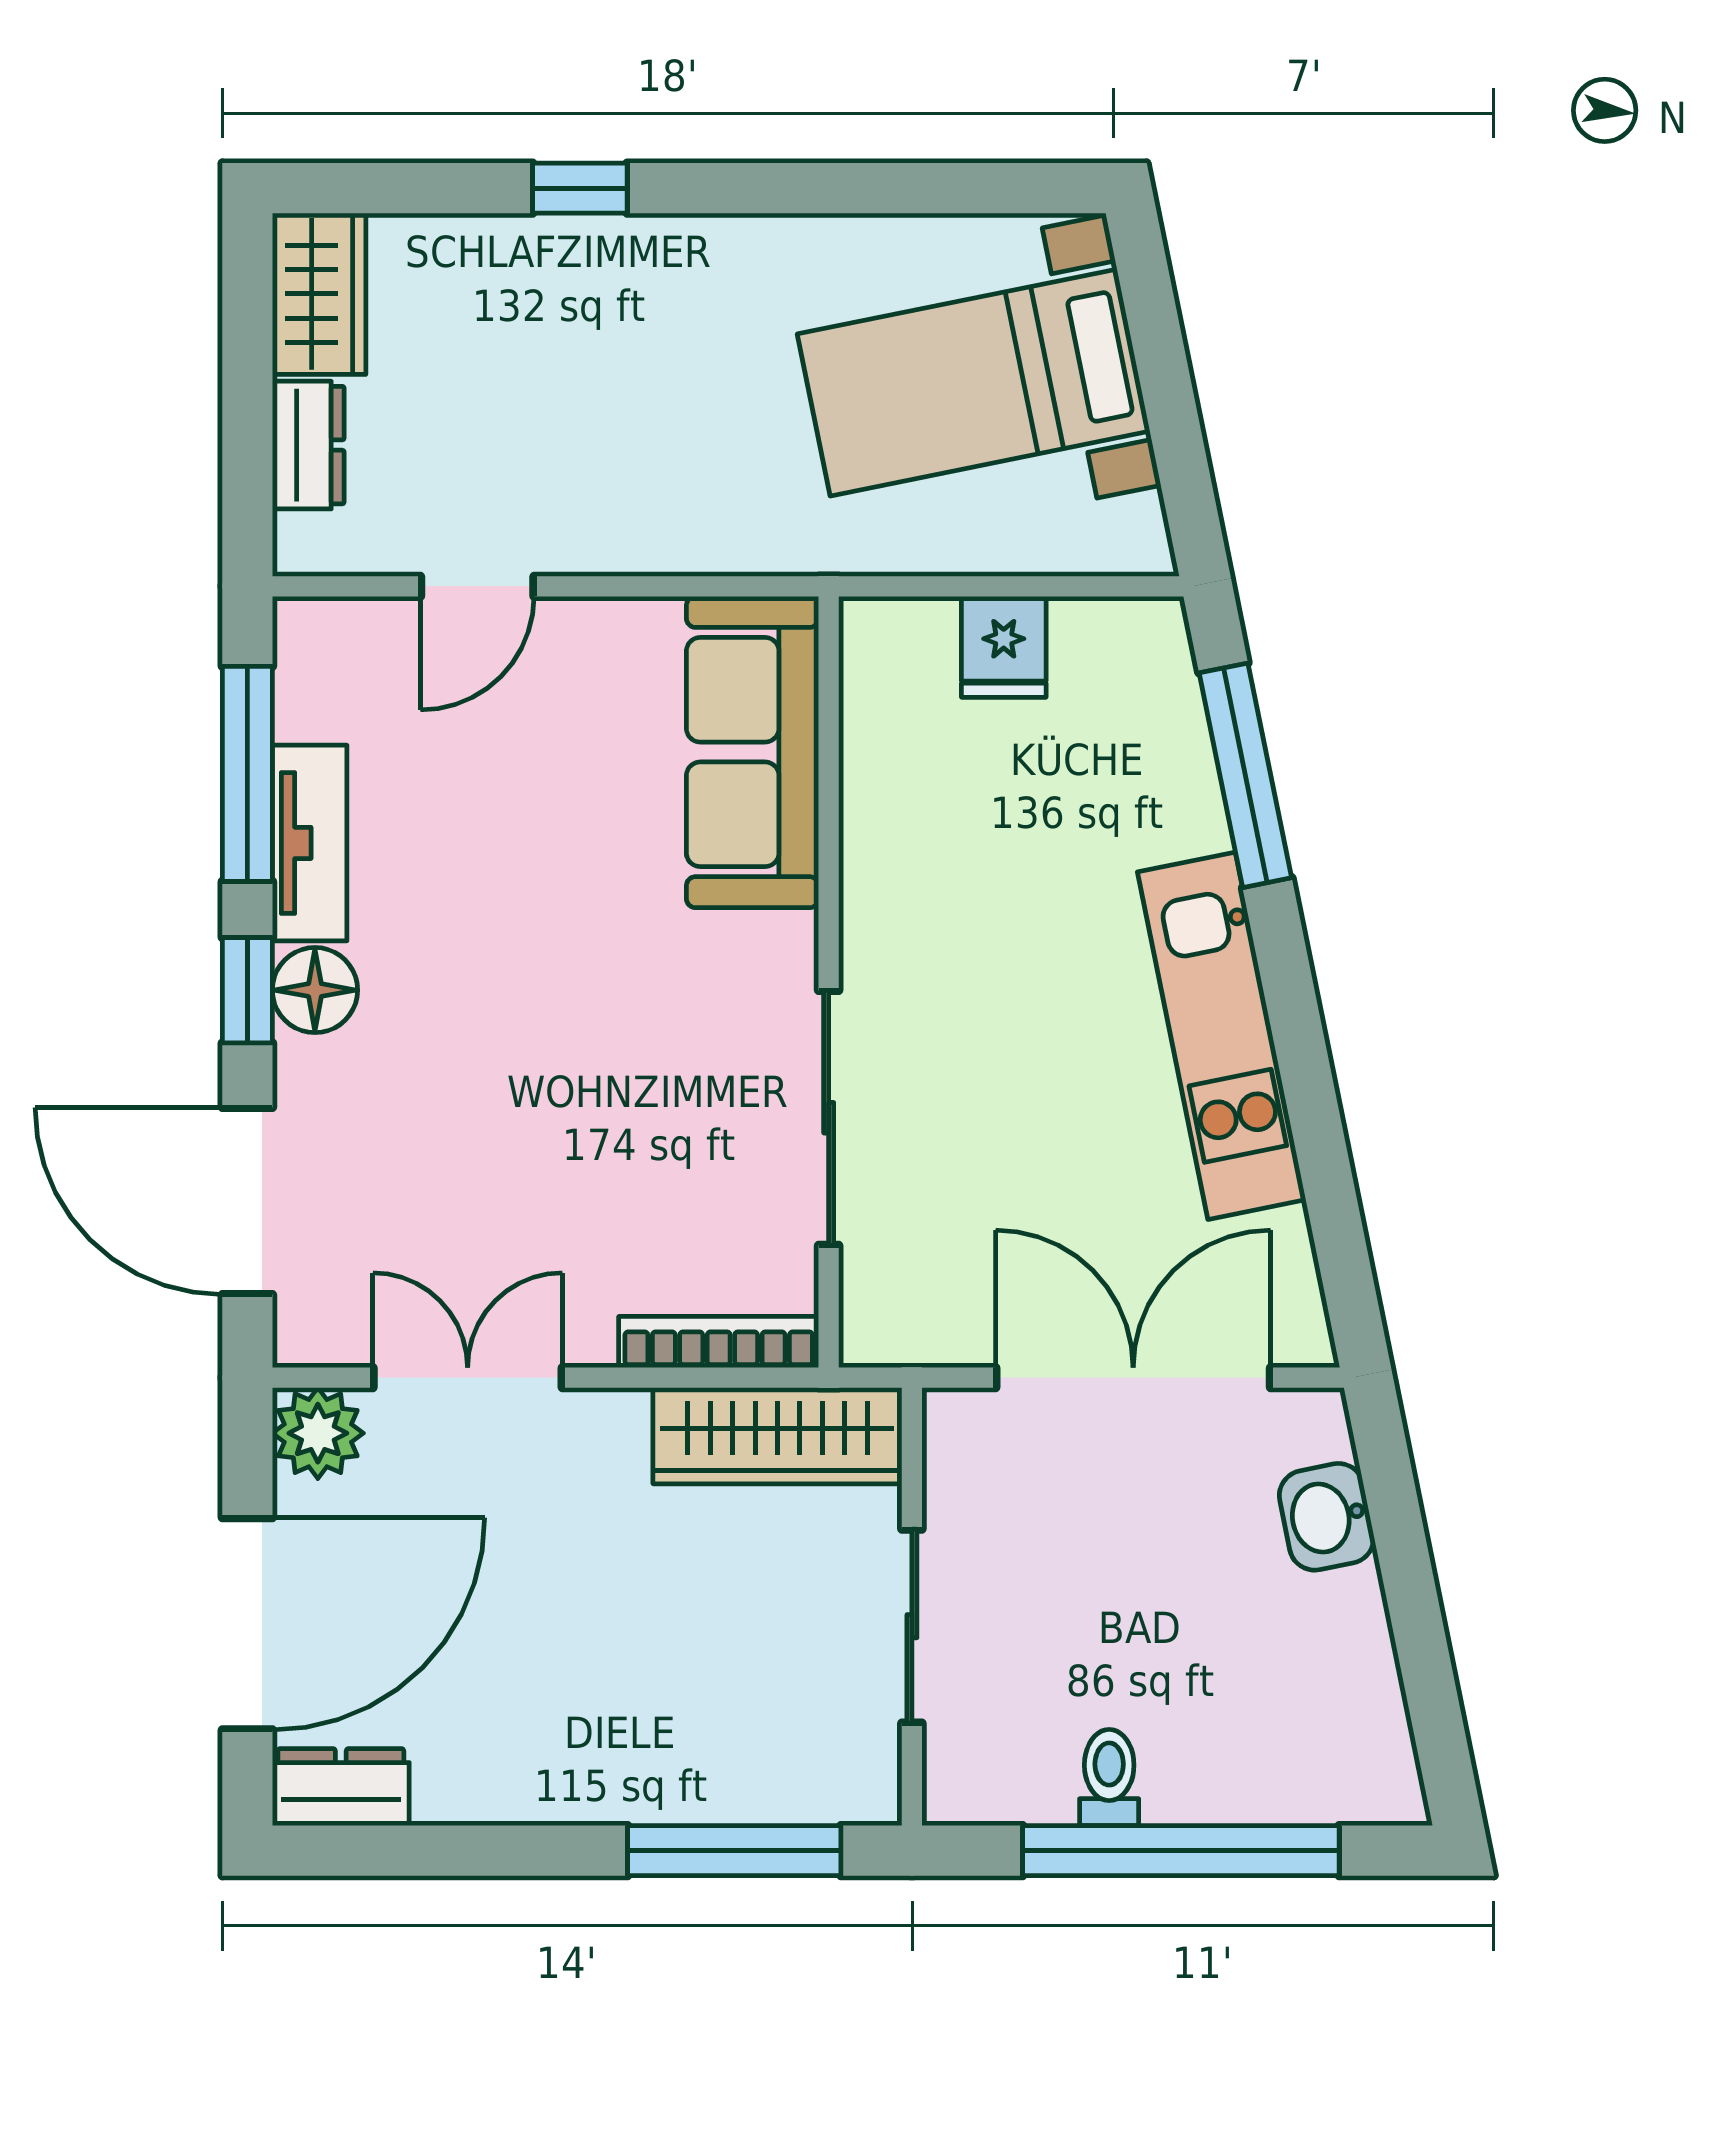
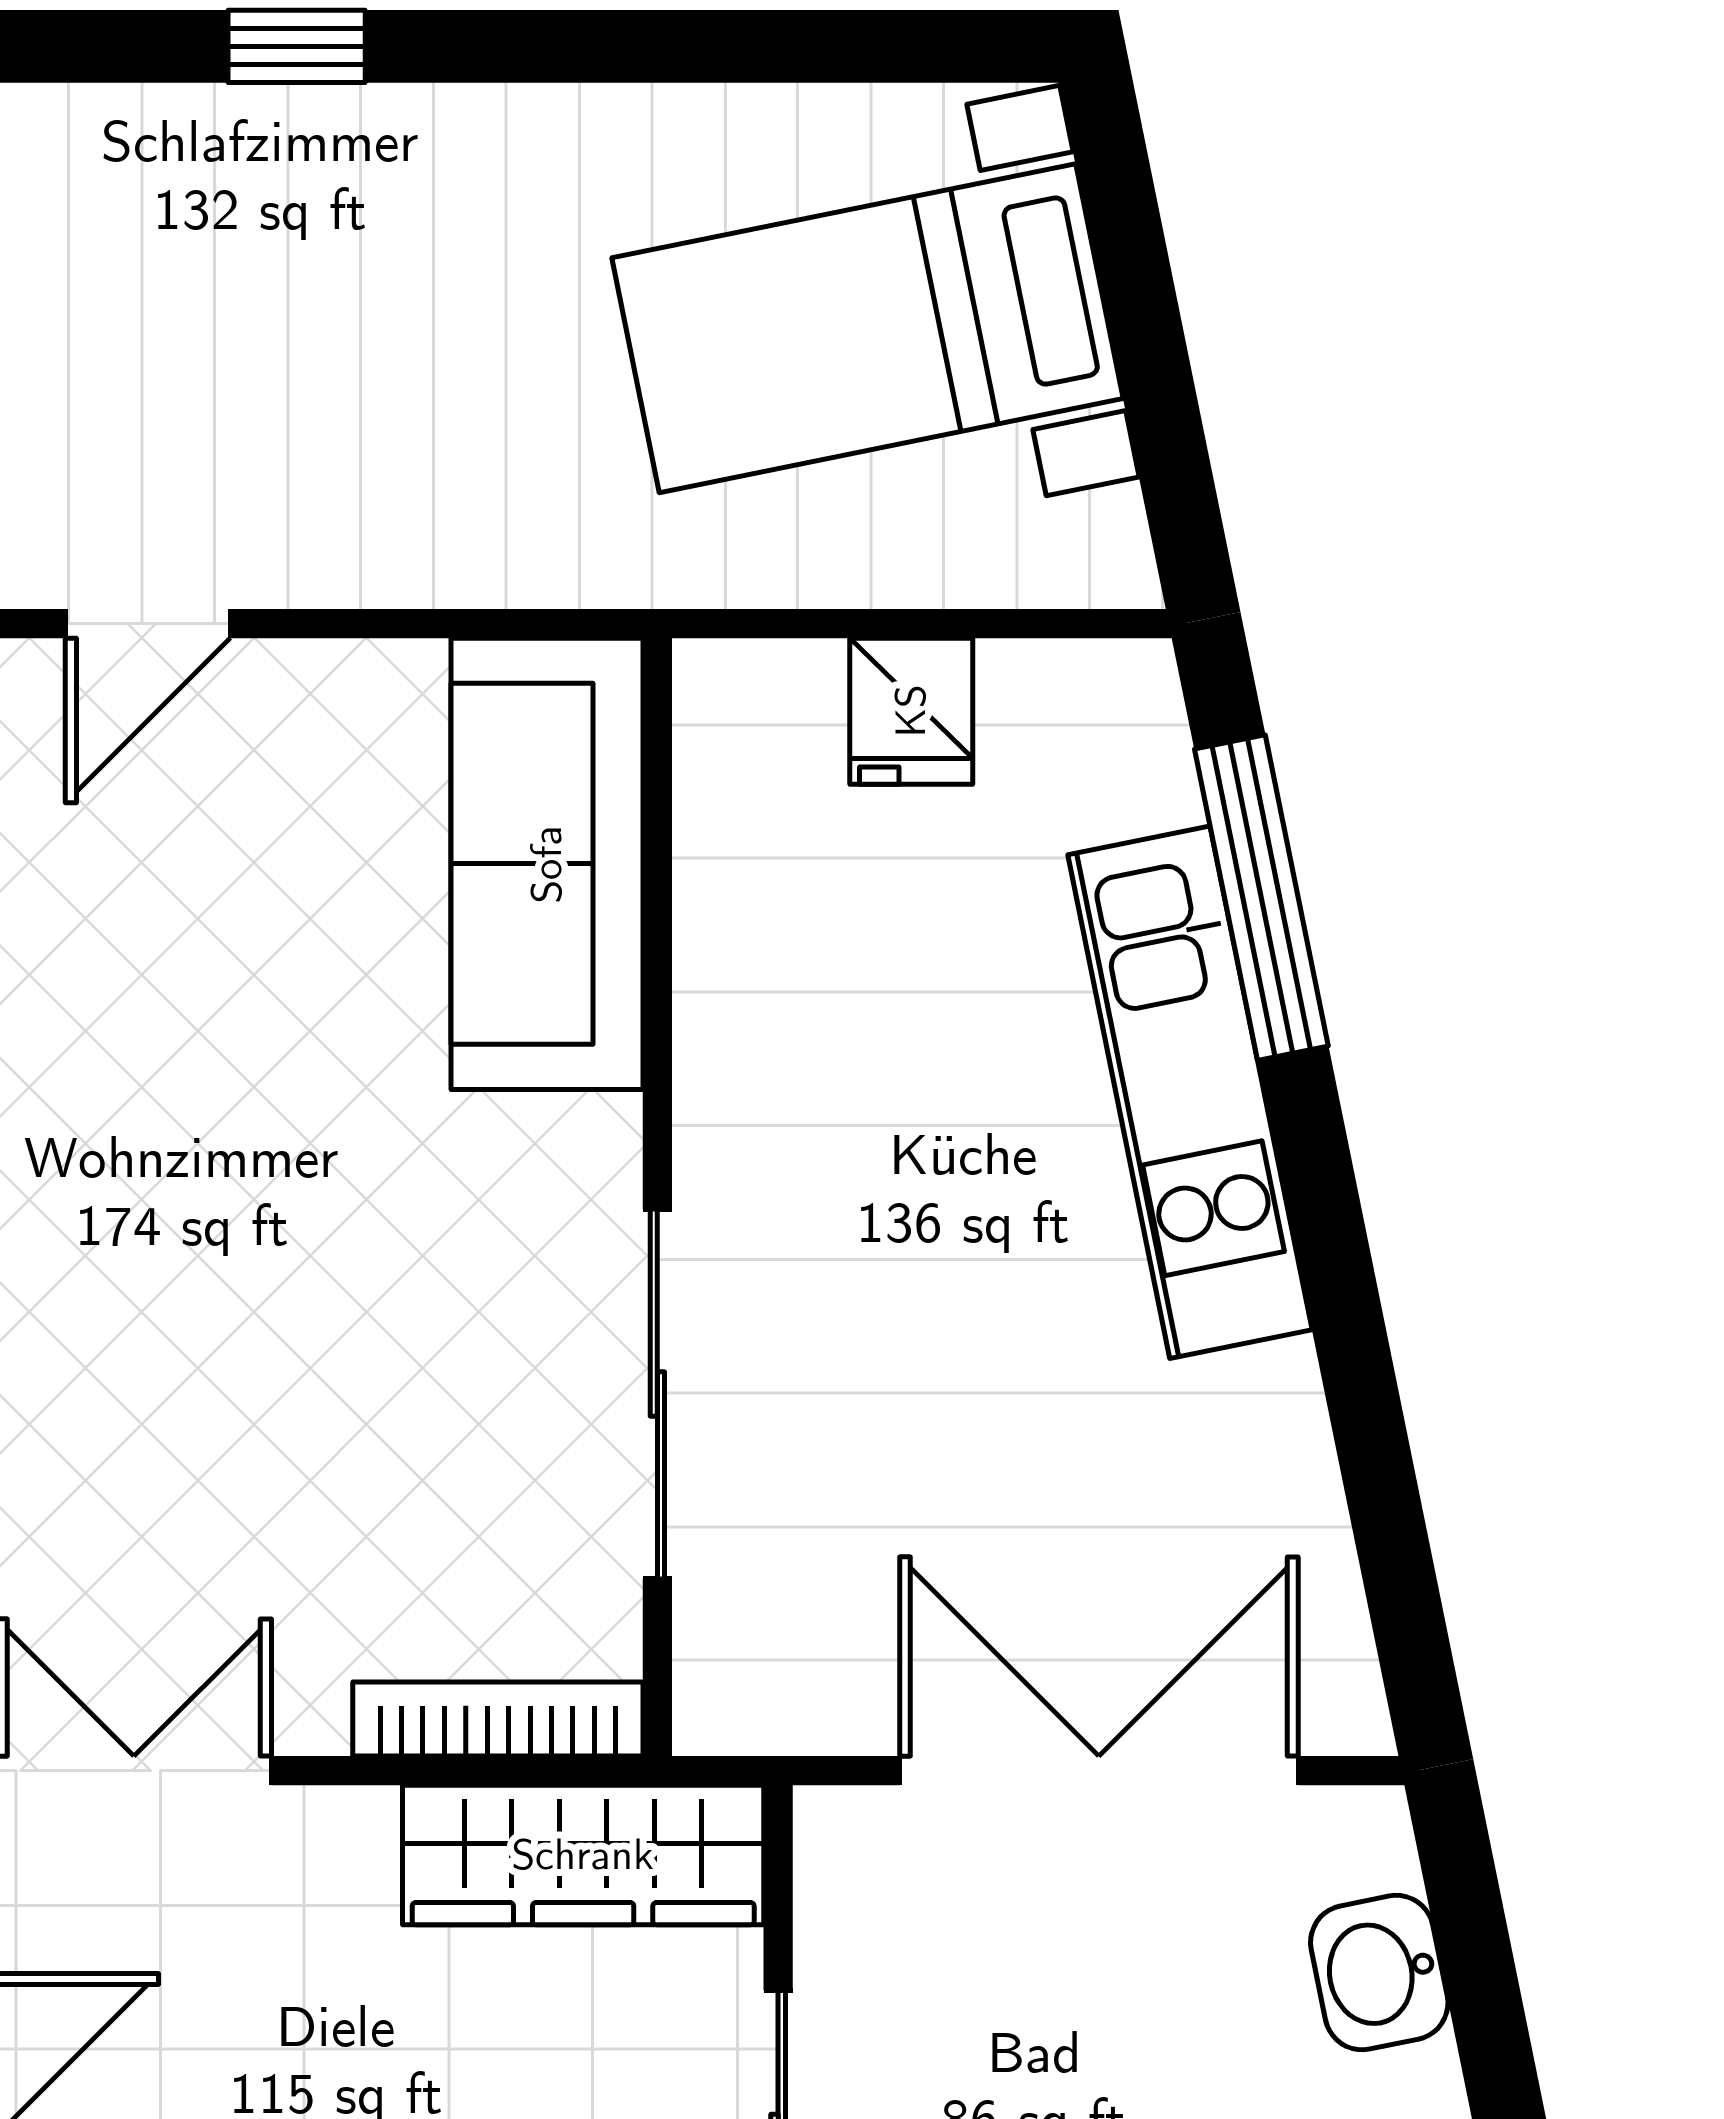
kitchen unit: (1222, 1036) -> (1190, 1092), moved

